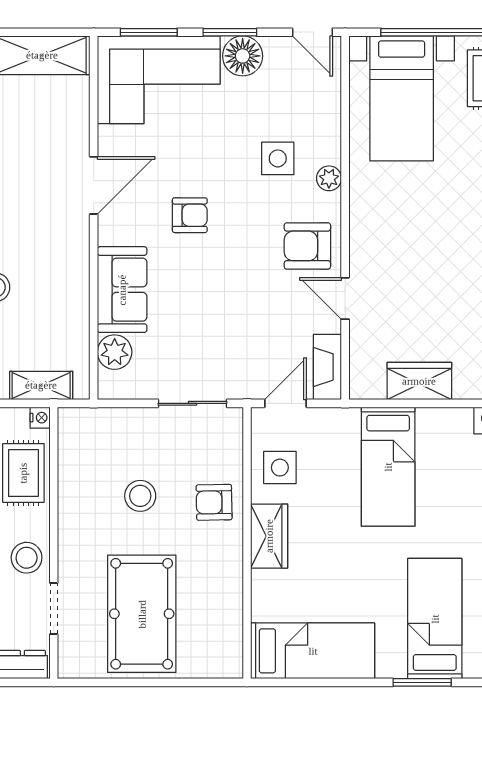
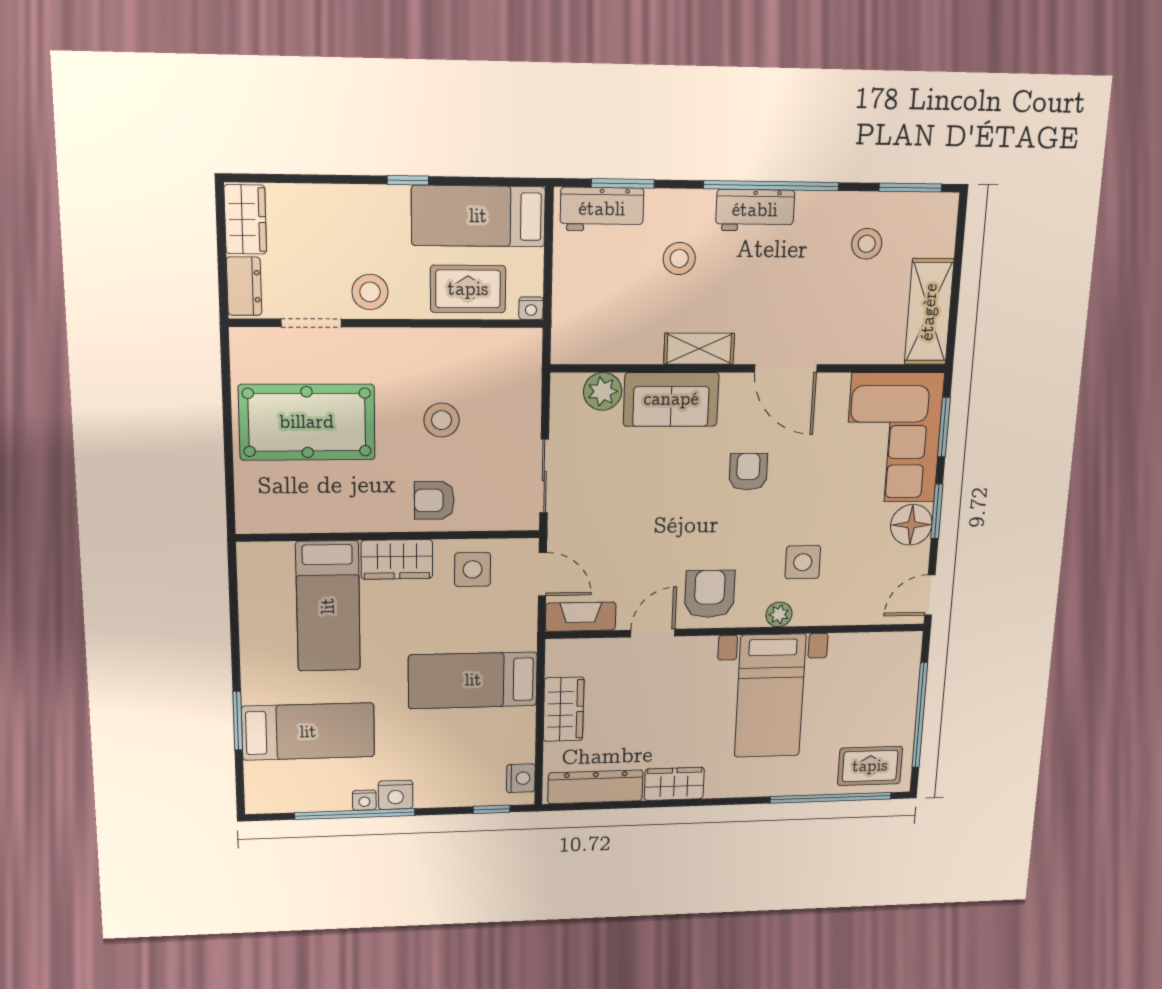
bed with nightstands: (402, 98) -> (770, 696), moved, turned -90
armchair: (190, 215) -> (748, 472), turned 180
shelving: (41, 385) -> (699, 349), moved, turned 90
armchair: (214, 502) -> (434, 500), turned -89
bed: (313, 651) -> (328, 606), moved

